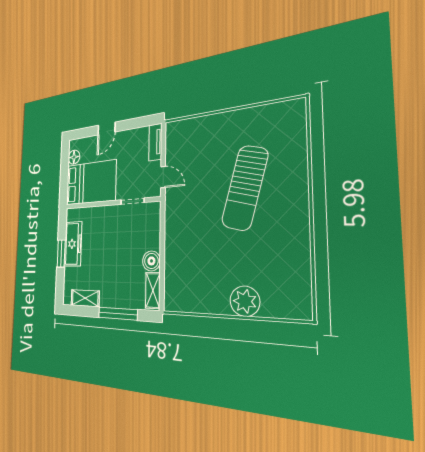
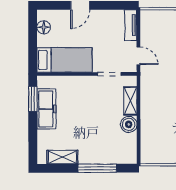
bed: (91, 183) -> (64, 60), width x0.67
window: (61, 254) -> (33, 99), moved
shelving: (153, 290) -> (130, 101), moved

